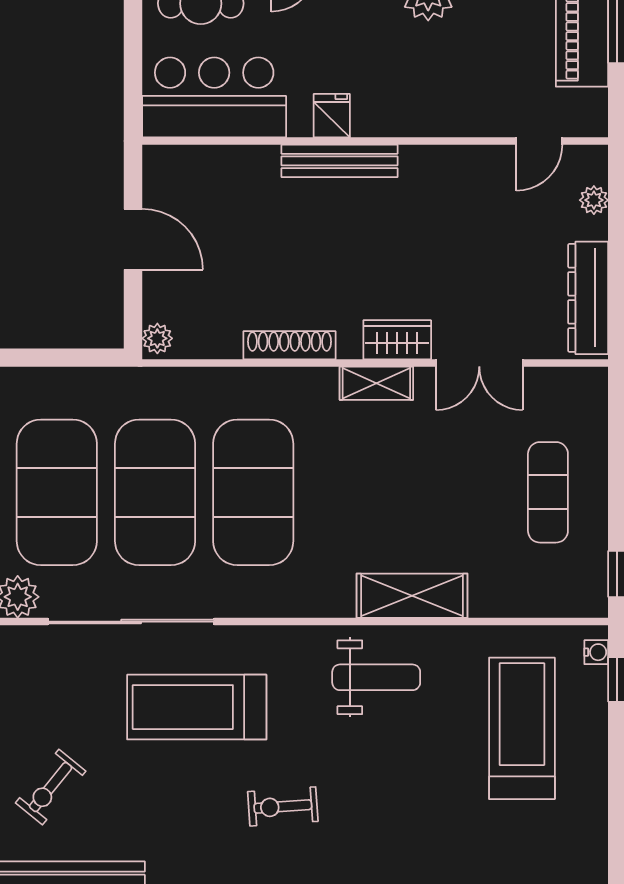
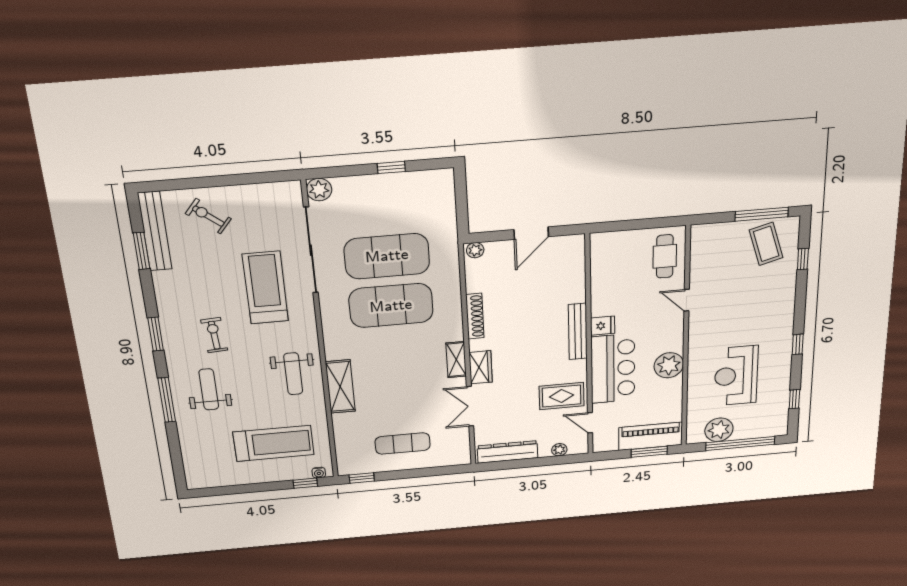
bar counter: (214, 97) -> (613, 369), moved
rug: (475, 193) -> (562, 396), added
exercise mat: (57, 492) -> (383, 205), removed
weight bench: (394, 830) -> (209, 389), added

